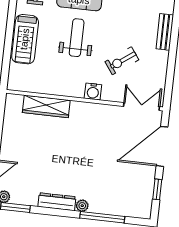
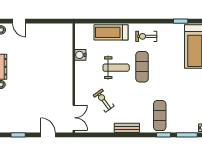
water cooler: (93, 92) -> (80, 55), moved
wardrobe: (46, 106) -> (66, 52), removed
door: (162, 146) -> (48, 135), width x0.53

